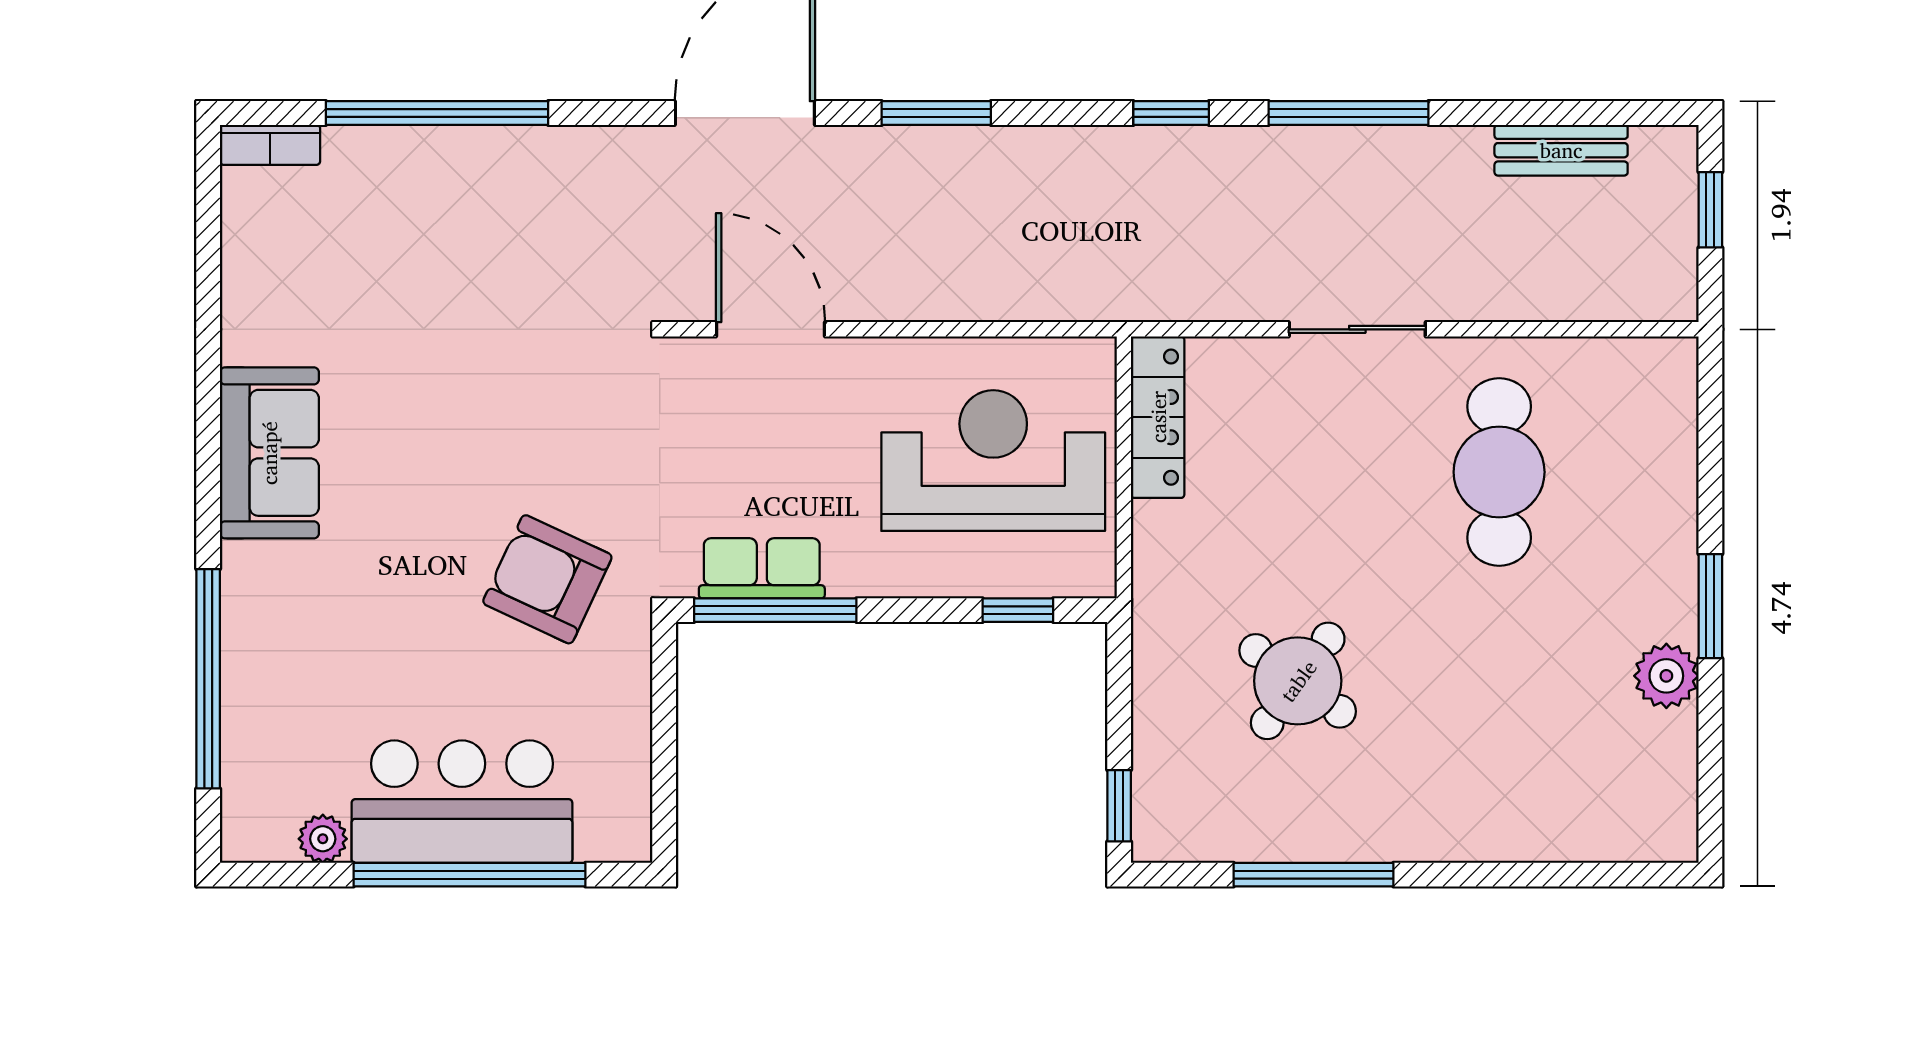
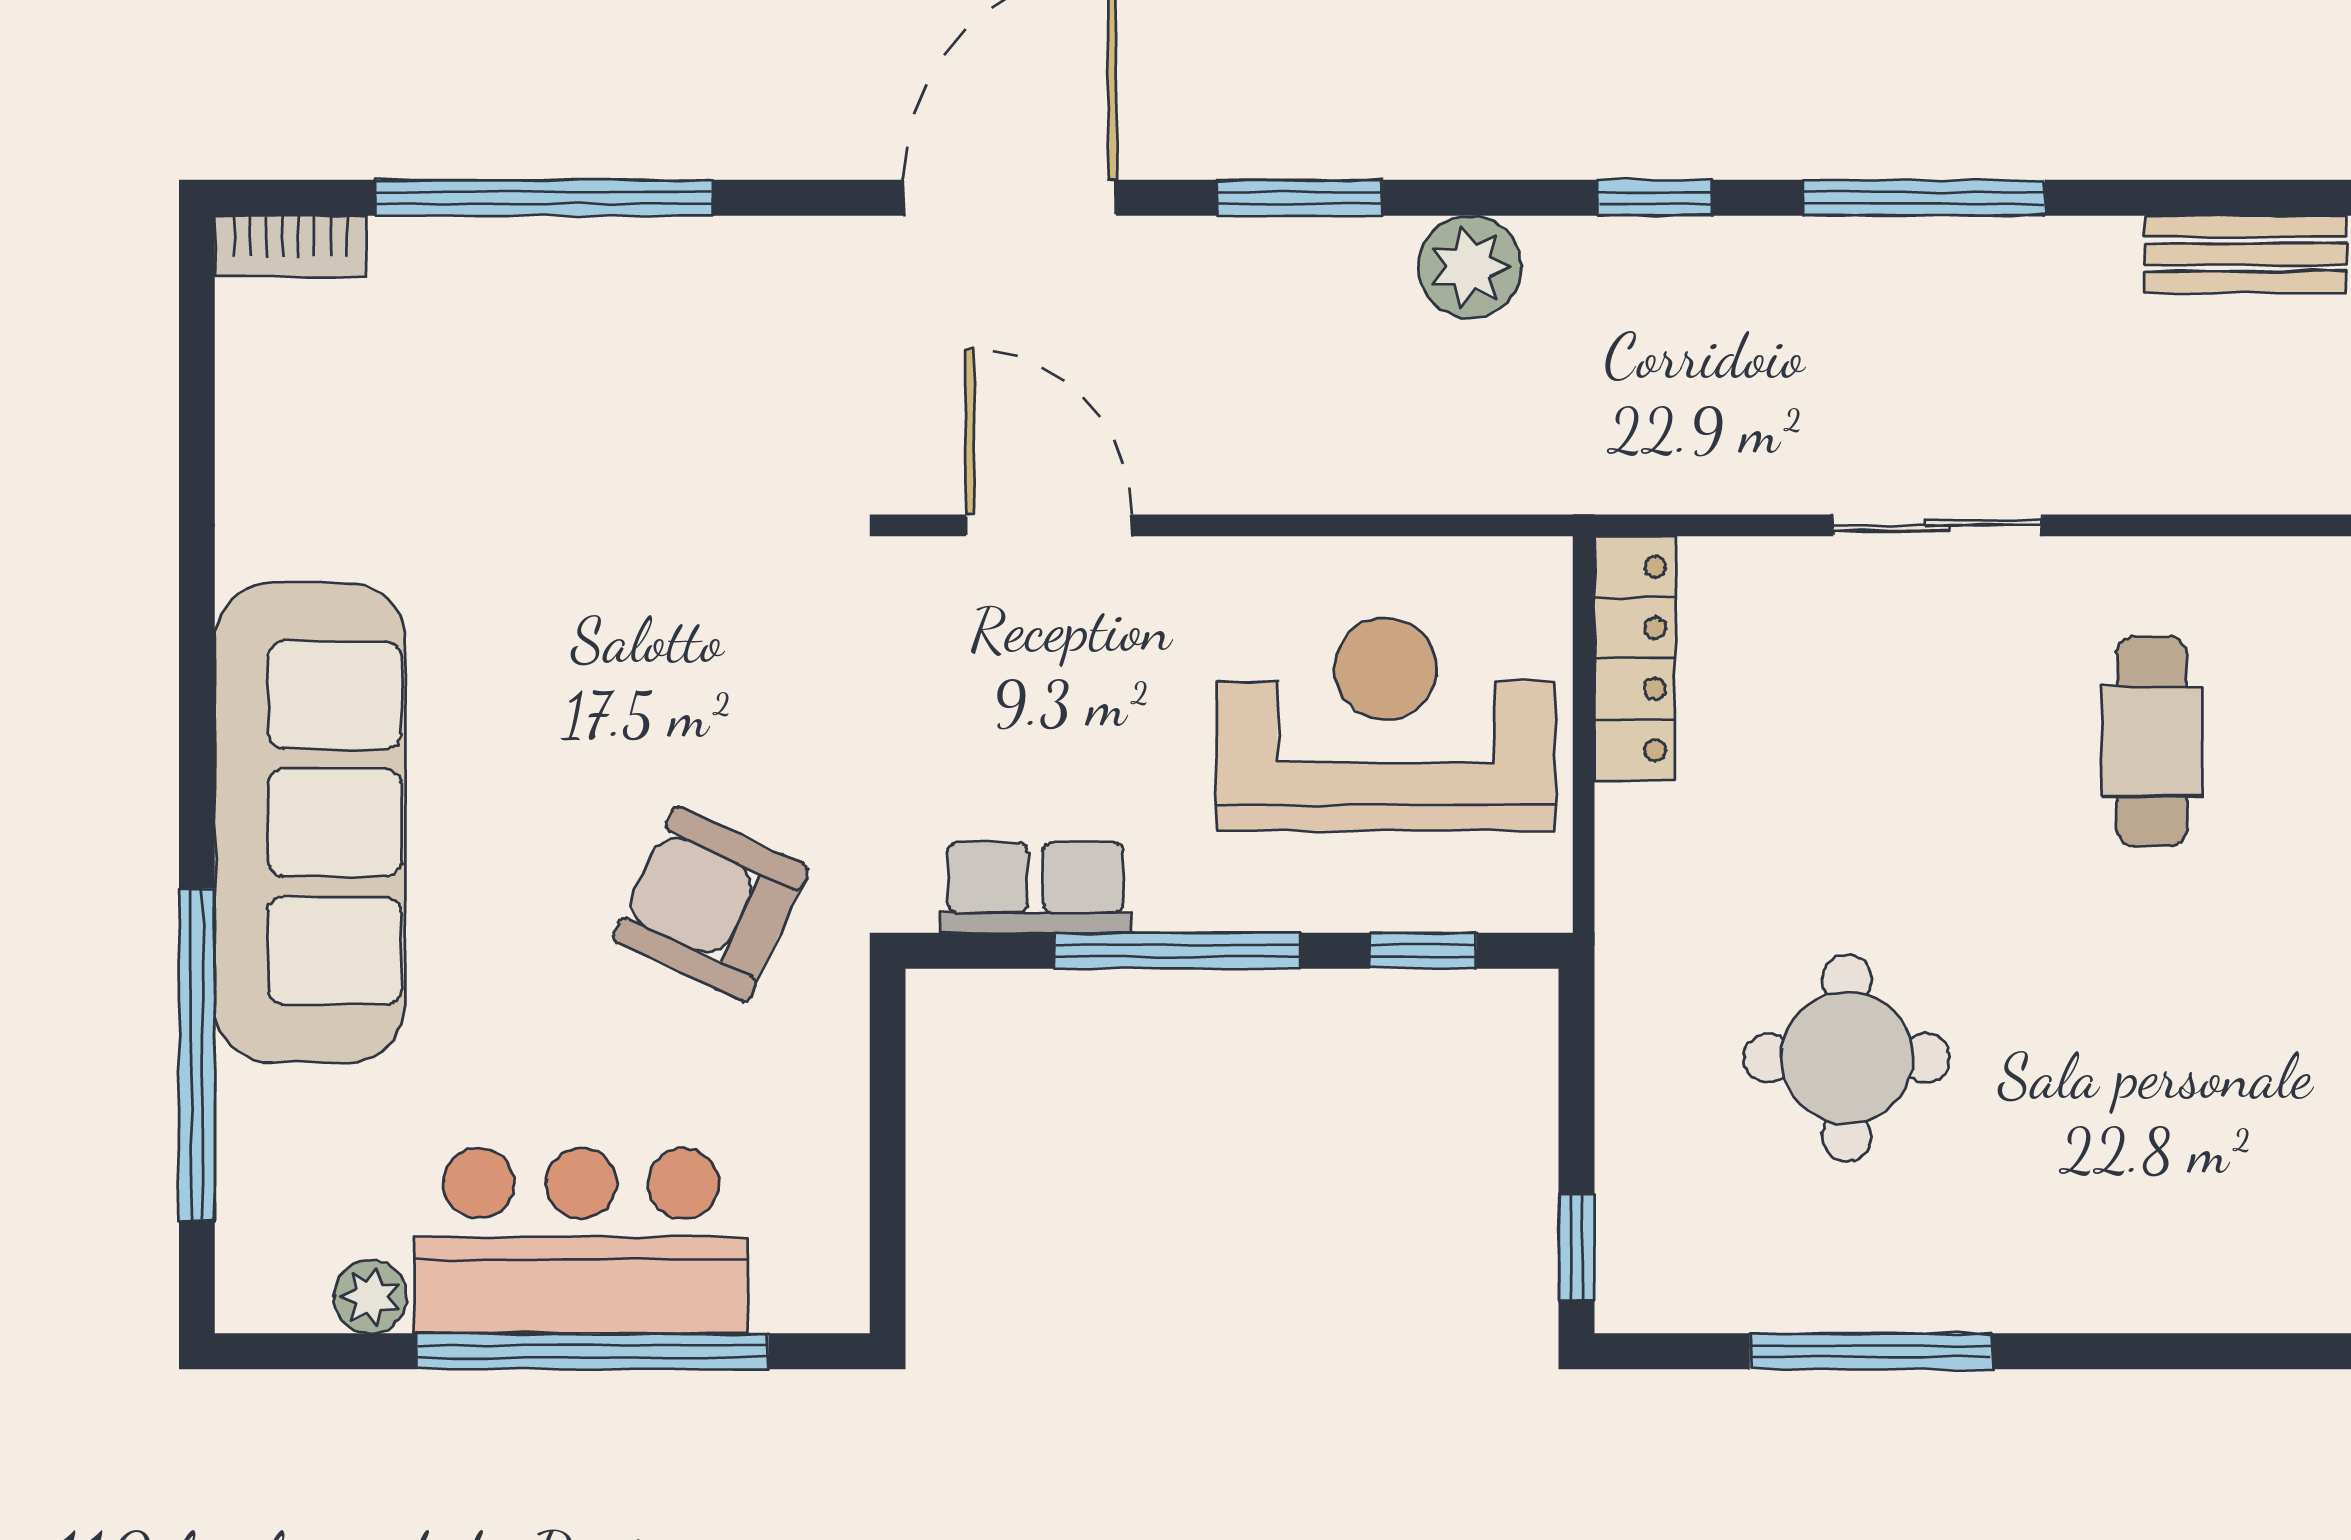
plant: (1049, 159) -> (1470, 267), added
sofa: (269, 453) -> (310, 823), width x1.85, depth x1.27
cafe table: (1499, 472) -> (2152, 741), width x0.73, depth x0.74
window: (775, 610) -> (1177, 951), moved
round table: (1298, 681) -> (1847, 1058), turned -36

